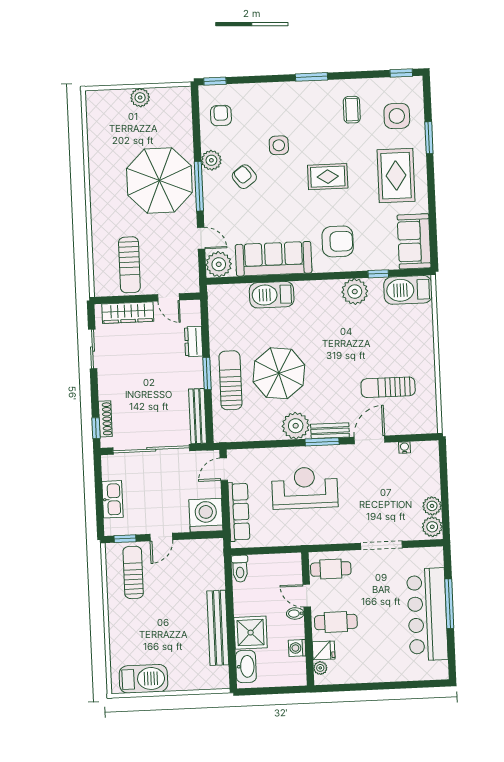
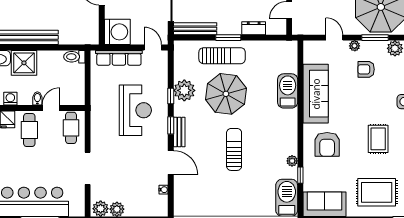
armchair: (244, 177) -> (366, 69), moved, turned -143
window: (199, 186) -> (375, 38), width x0.69
door: (201, 238) -> (334, 38), swing flipped
plant: (219, 264) -> (355, 46), moved, width x0.53, depth x0.53
plant: (355, 292) -> (292, 161), width x0.53, depth x0.53
sun lounger: (388, 387) -> (234, 149), moved
plant: (296, 426) -> (184, 90), moved
window: (322, 442) -> (171, 125), width x0.67
window: (285, 443) -> (171, 96), added

